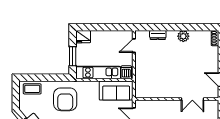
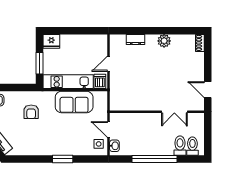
door: (134, 46) -> (109, 64), moved
sofa: (116, 91) -> (74, 102), moved
armchair: (65, 99) -> (31, 112), width x0.53, depth x0.53

